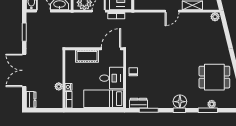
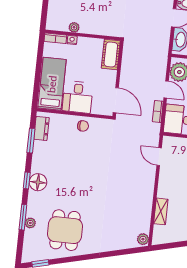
door: (172, 11) -> (159, 157), moved
cot: (87, 56) -> (111, 54), moved

